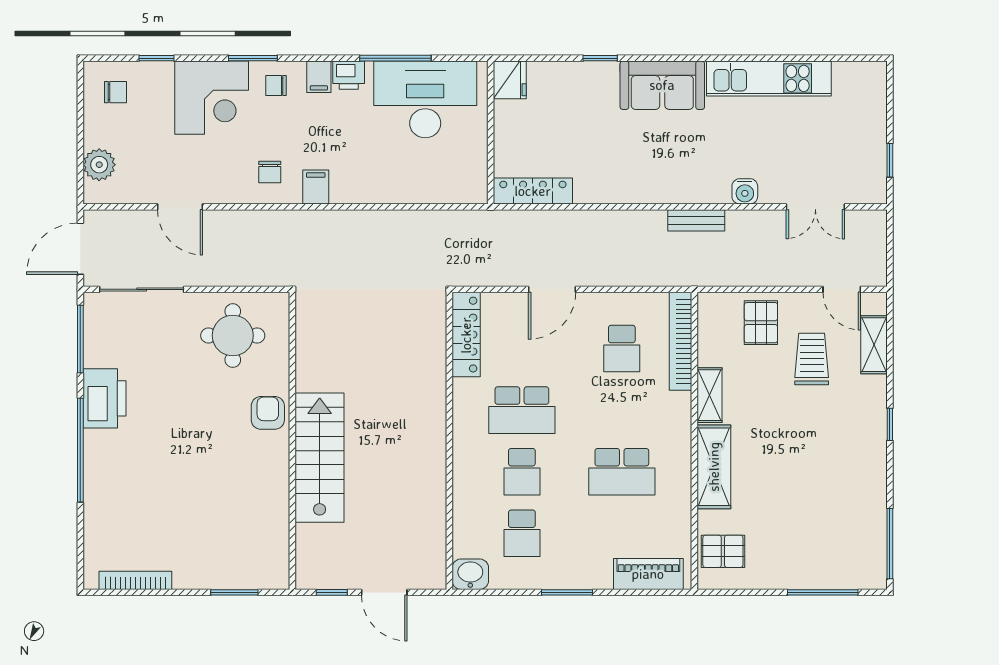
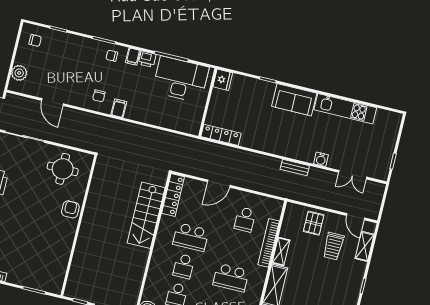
corner desk: (212, 98) -> (80, 54), removed
bookcase: (680, 341) -> (269, 243), moved
trolley: (812, 359) -> (333, 246), turned 180
stairs: (320, 458) -> (146, 215), moved, turned 180

